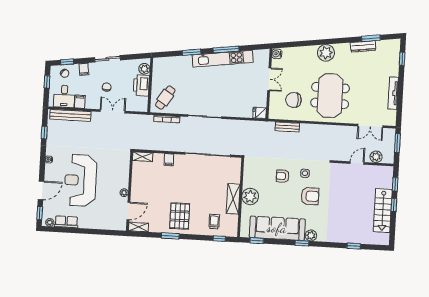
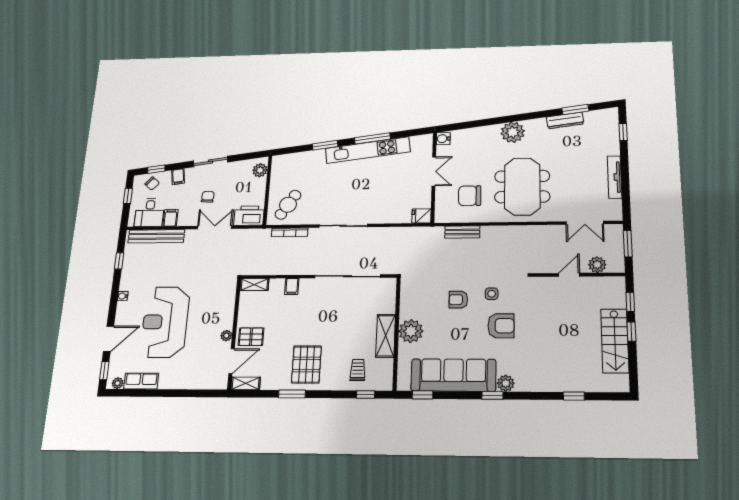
printer: (141, 85) -> (249, 216), moved, turned 90
pallet: (141, 194) -> (251, 337), added

